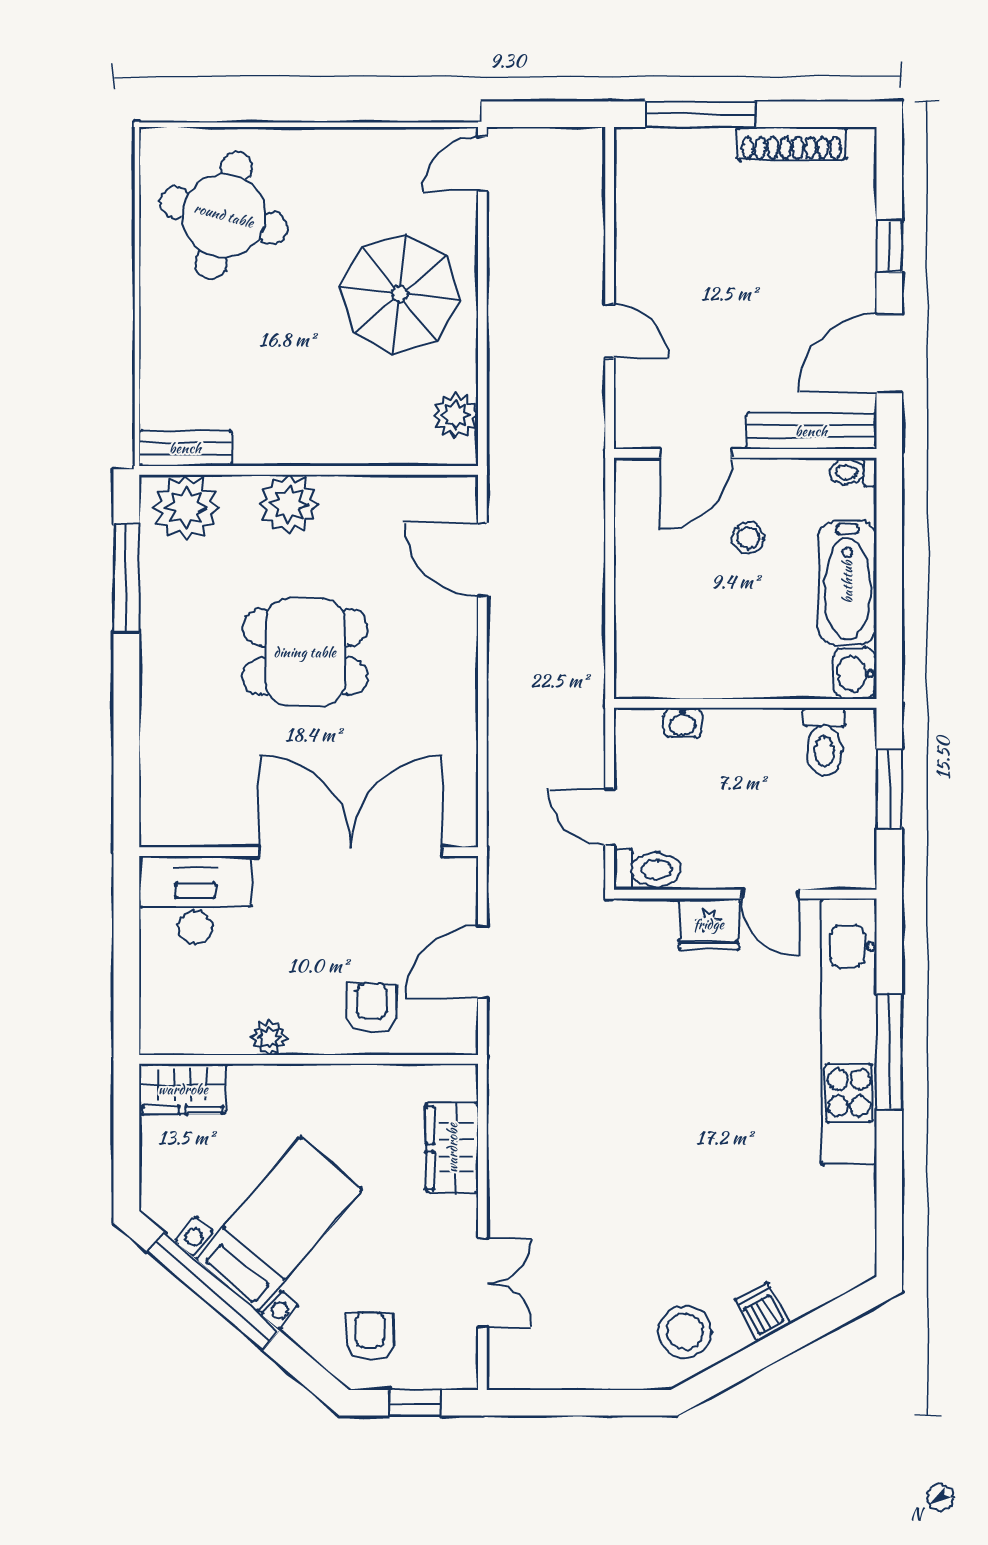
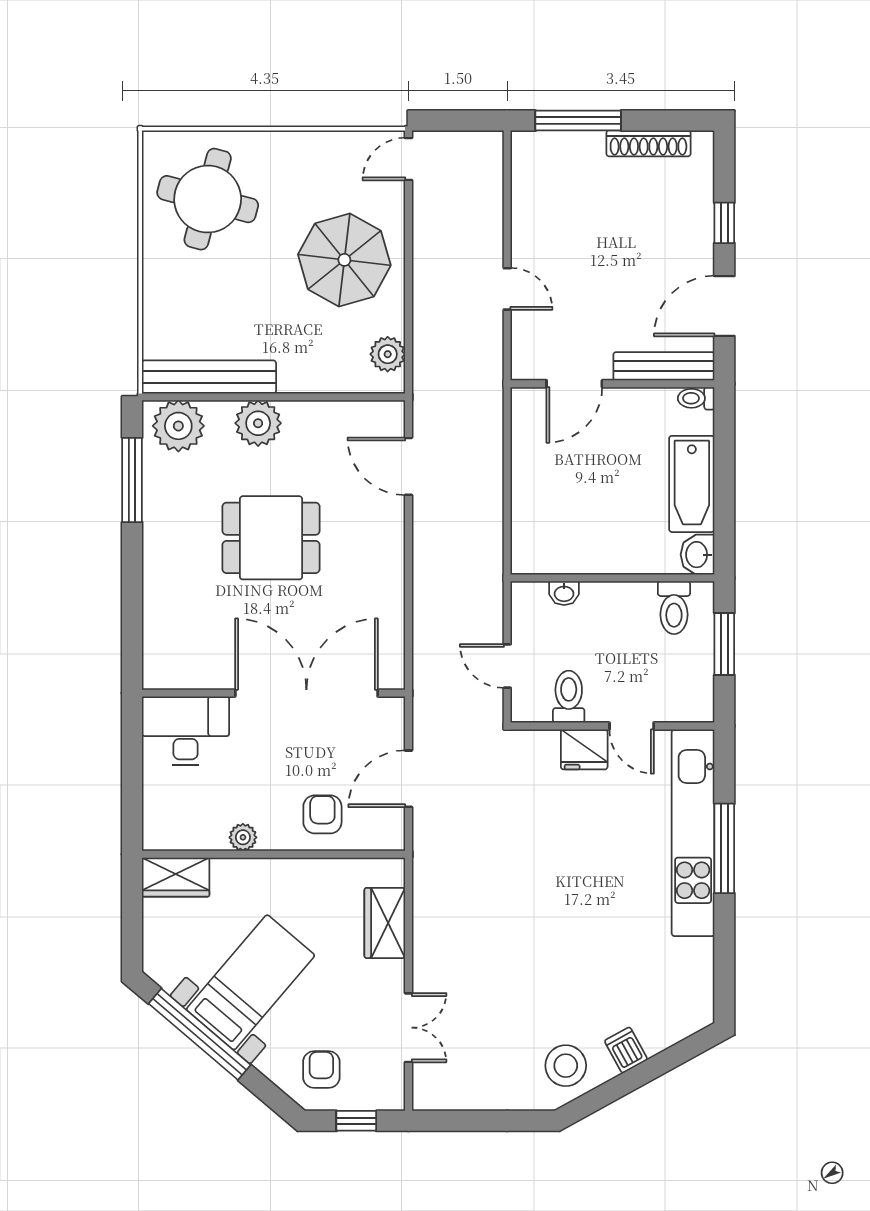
bench: (185, 448) -> (209, 377), width x1.86, depth x1.21
stool: (748, 538) -> (615, 449), removed
toilet: (647, 870) -> (569, 697), moved, turned -90

